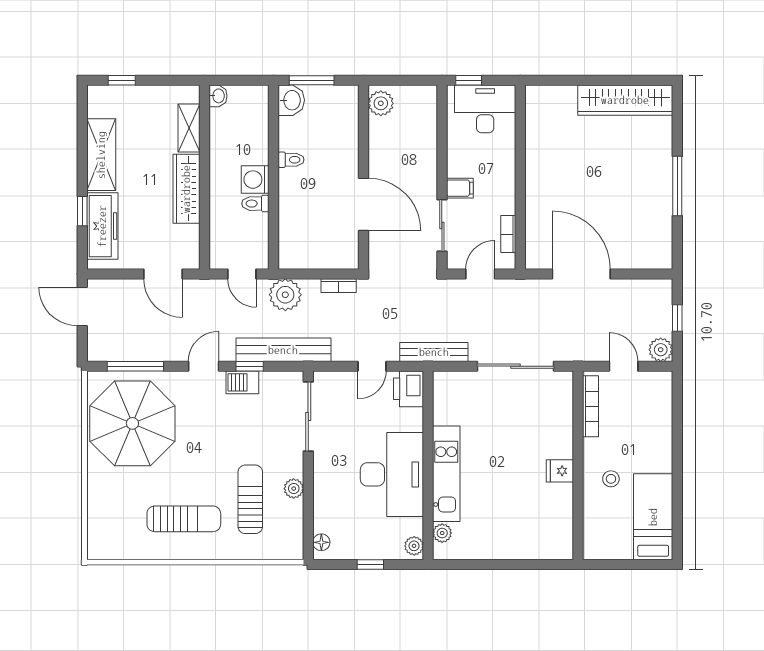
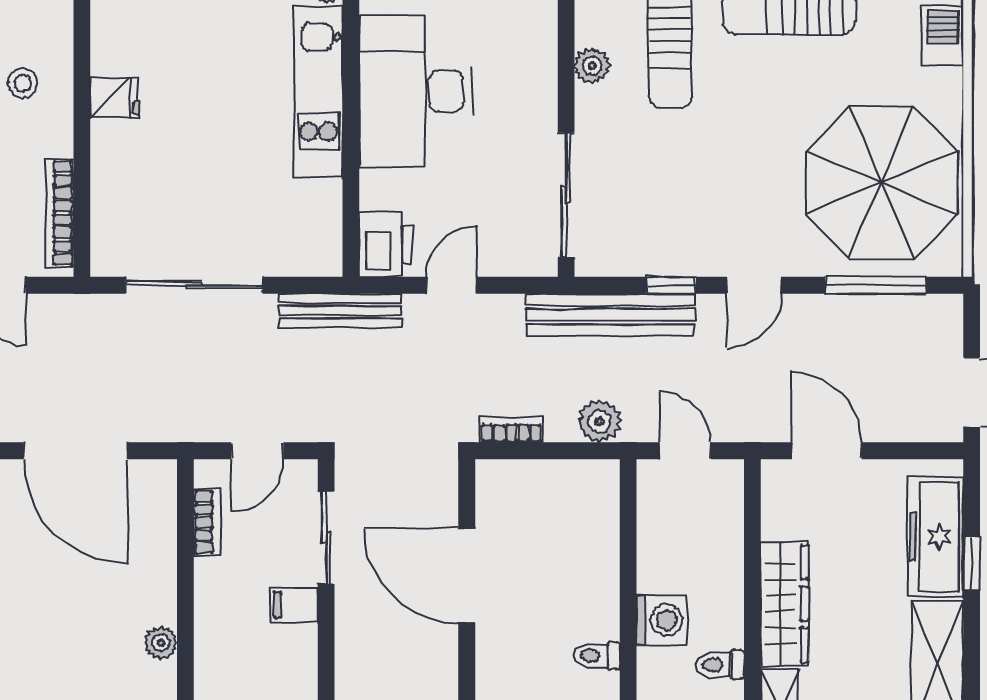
plant: (534, 167) -> (161, 643), added
toilet: (255, 204) -> (720, 665), moved, turned 180
plant: (285, 295) -> (599, 421), width x0.73, depth x0.73
barbecue: (242, 382) -> (943, 36), moved, turned -90

